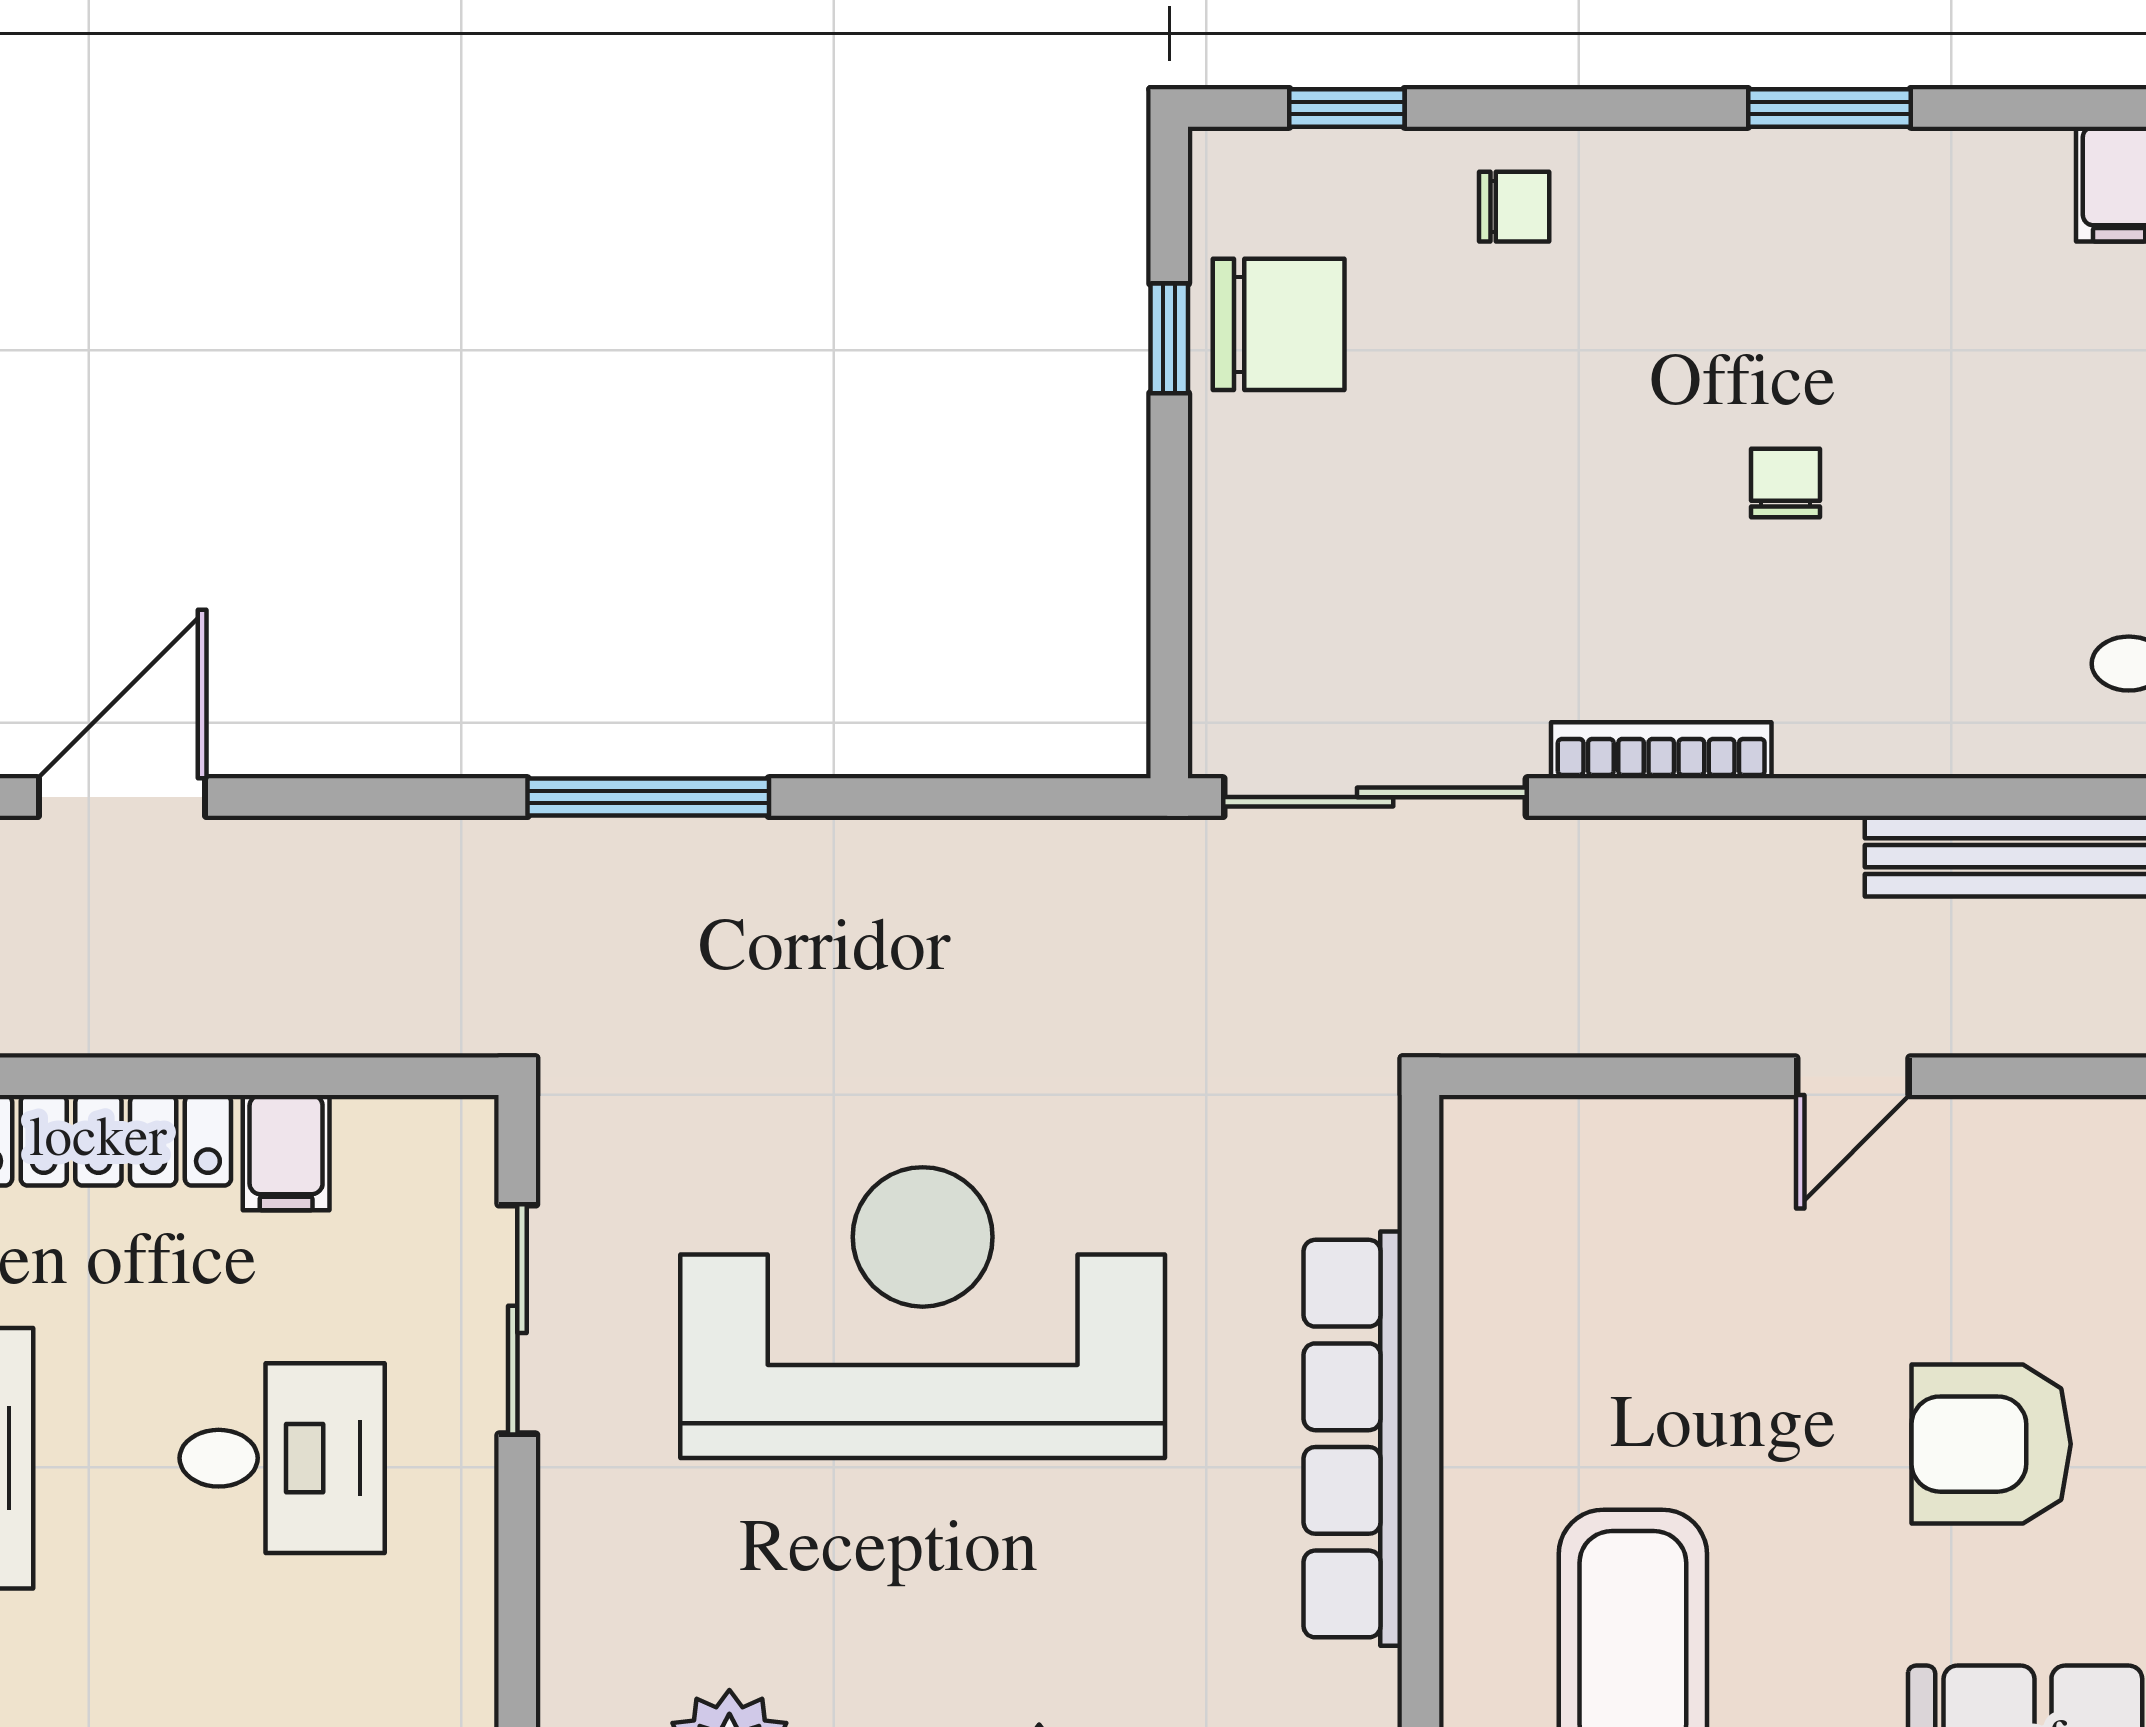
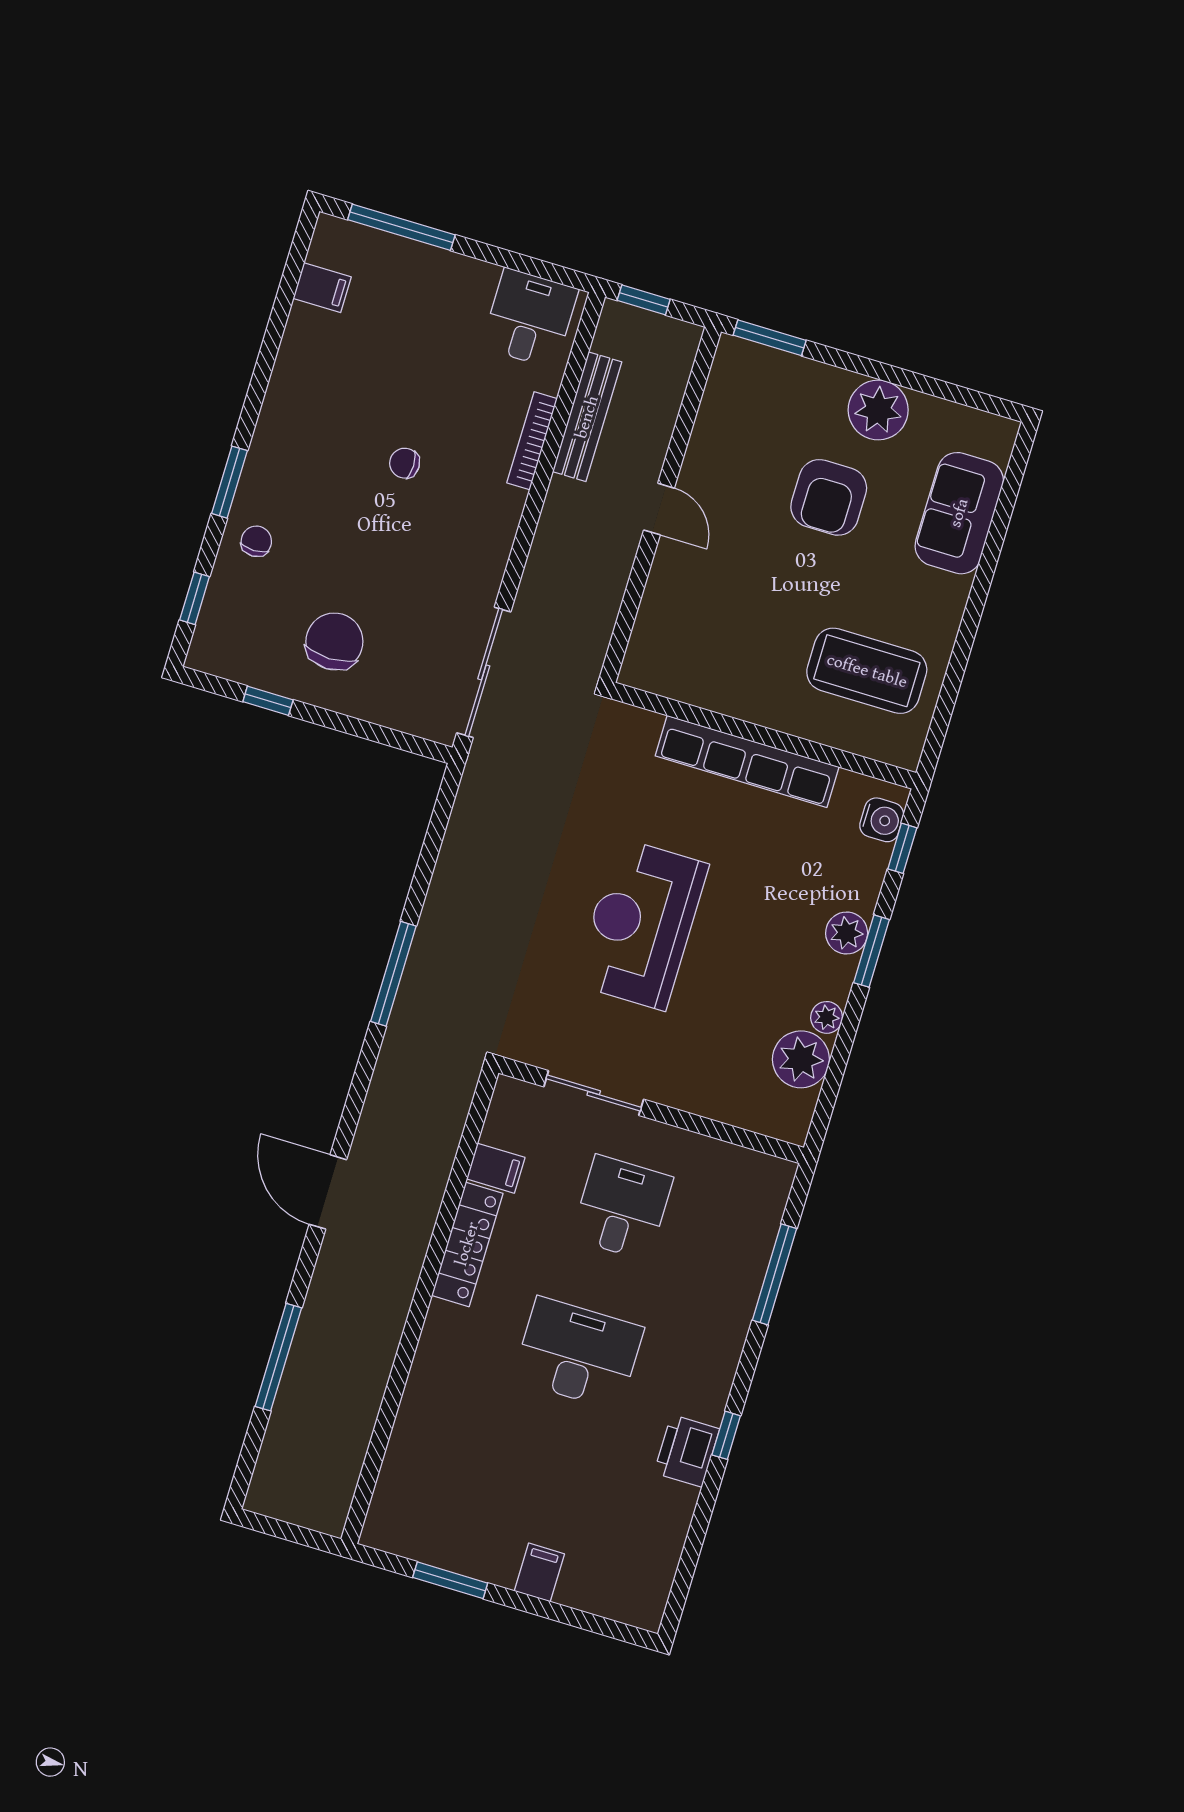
window: (1829, 108) -> (229, 482), moved
chair: (1279, 324) -> (334, 641), moved
bookcase: (1661, 750) -> (532, 441), moved
reception desk: (923, 1313) -> (641, 924), width x0.74, depth x0.77

